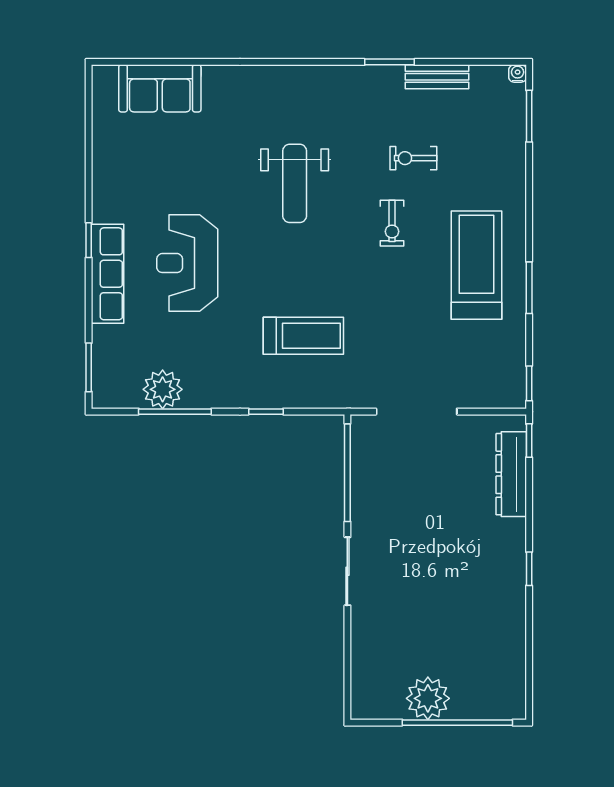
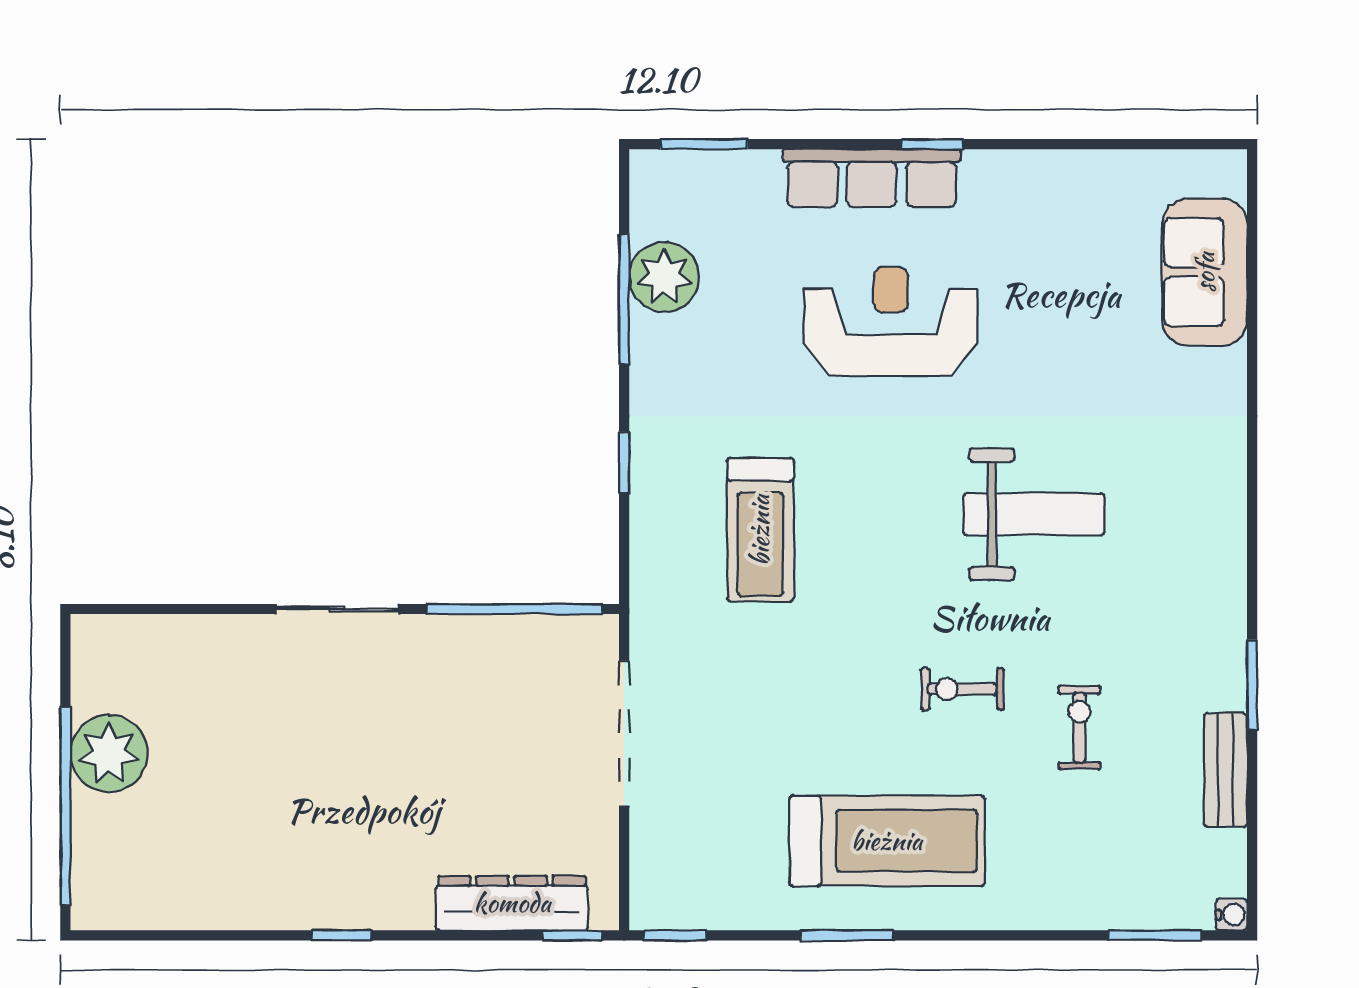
weight bench: (295, 183) -> (1034, 514), turned 180

